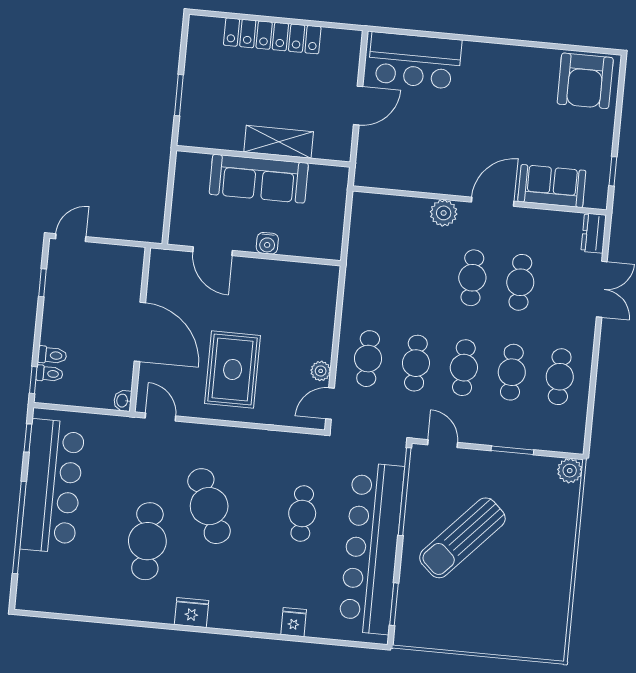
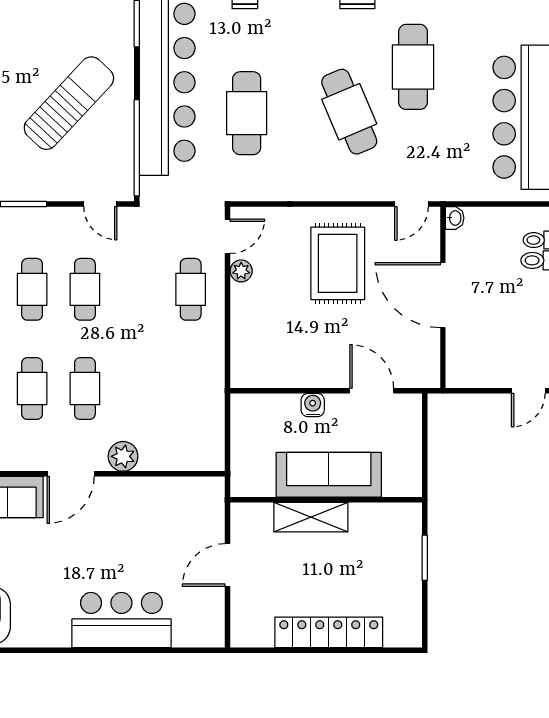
bar counter: (415, 61) -> (121, 620), moved
cafe table: (416, 363) -> (138, 289), removed
door: (160, 417) -> (412, 204), hinge flipped
cafe table: (302, 514) -> (247, 113), width x1.37, depth x1.35

